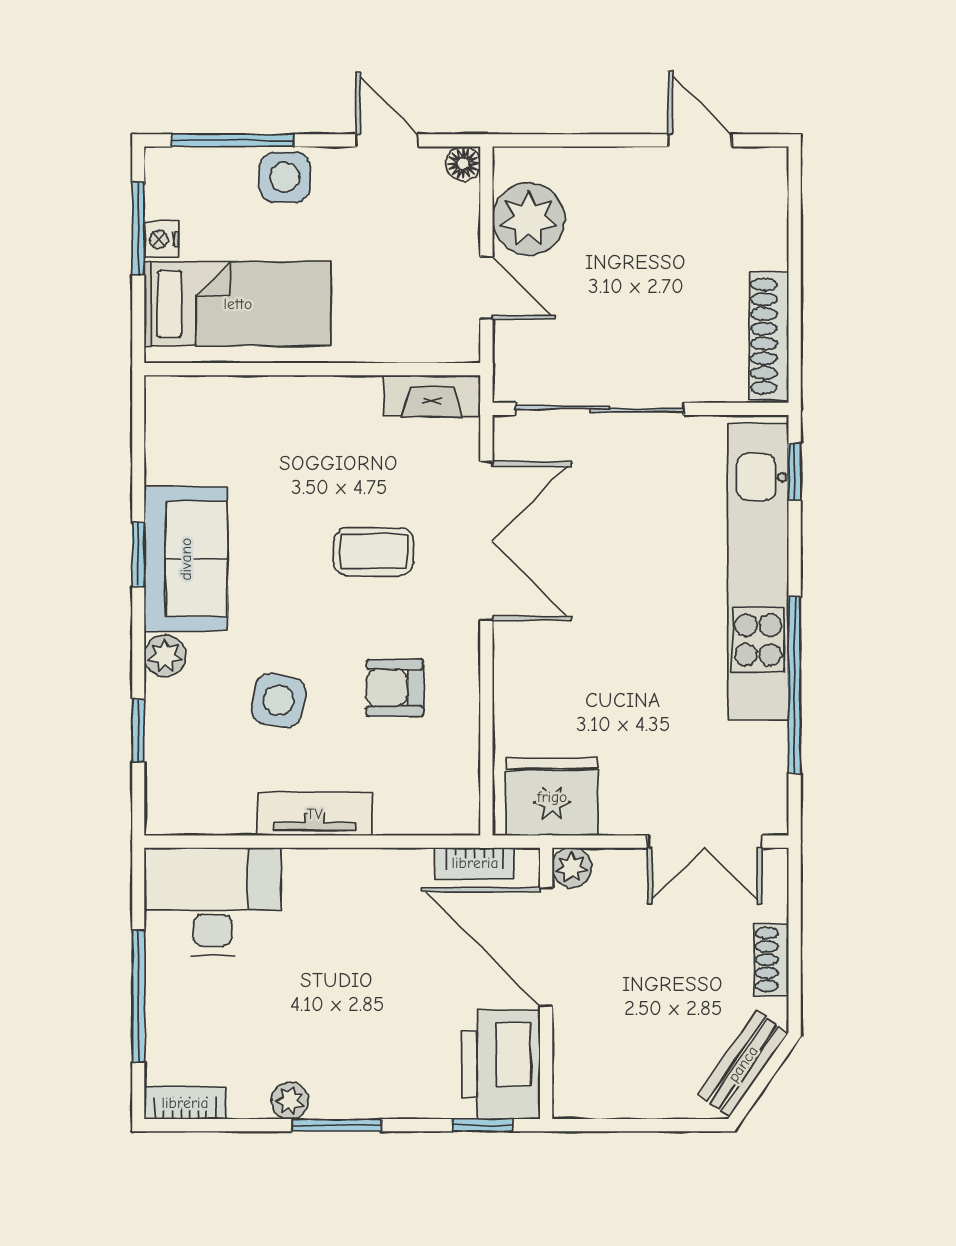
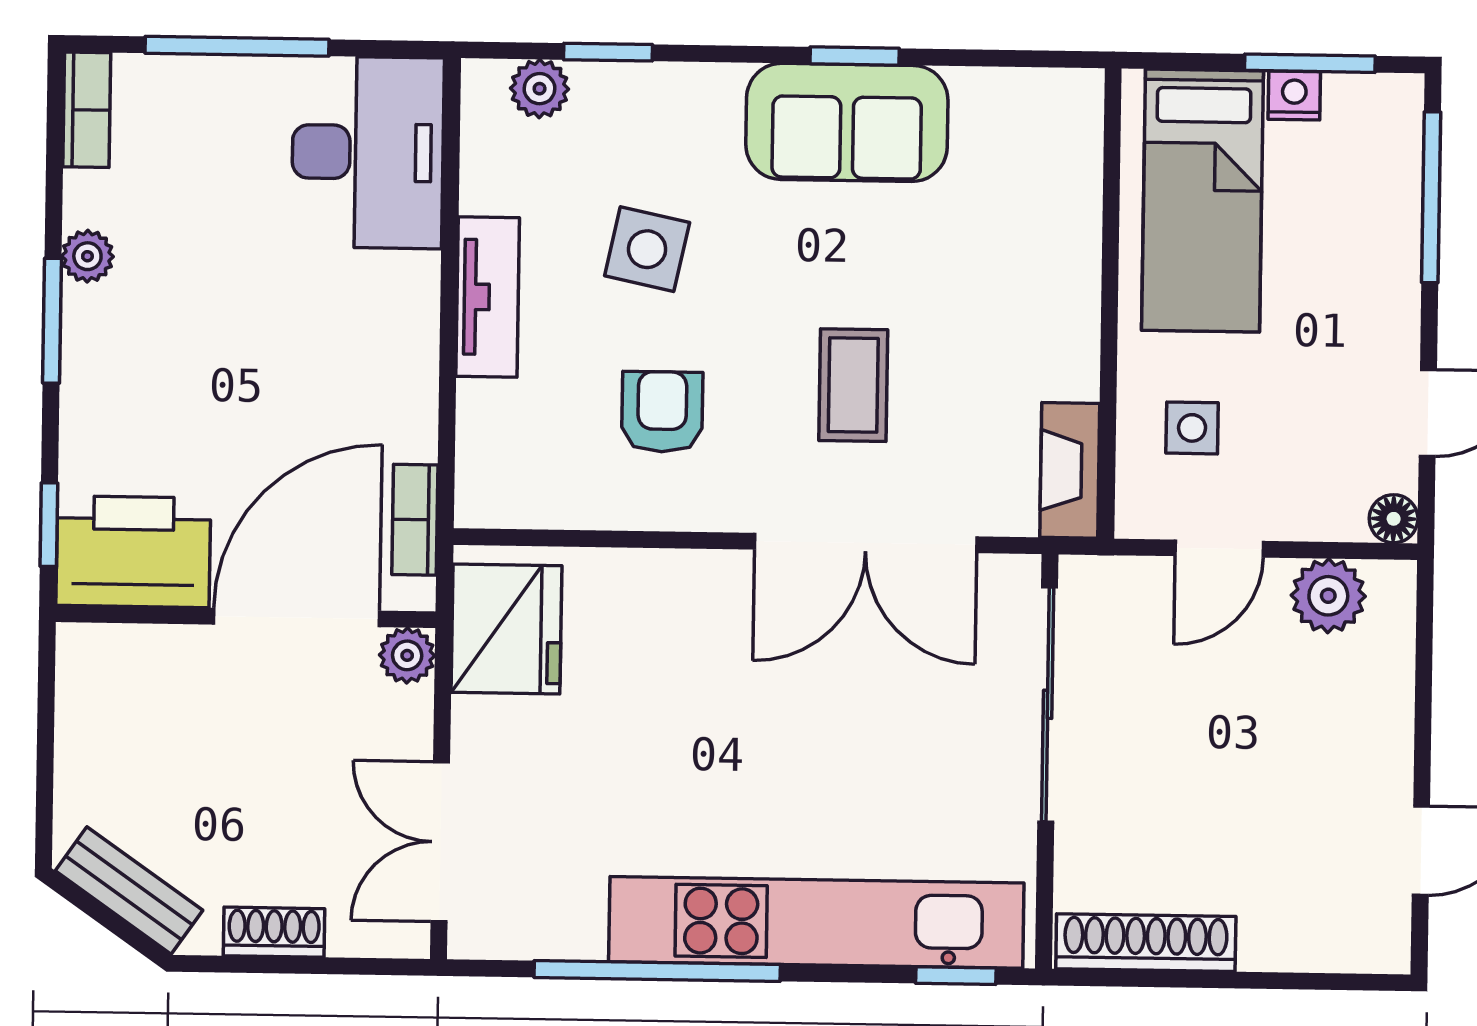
side table: (285, 177) -> (1192, 428), moved, width x0.73, depth x0.73
plant: (529, 219) -> (1328, 596), width x0.73, depth x0.73
plant: (165, 656) -> (540, 89), moved

